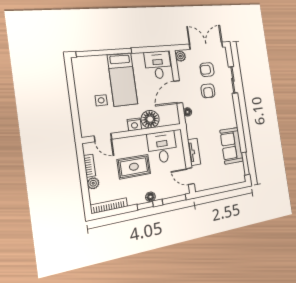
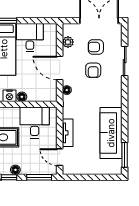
plant: (180, 56) -> (68, 42), moved
desk: (158, 65) -> (30, 38), moved
door: (178, 92) -> (60, 68), hinge flipped
floor lamp: (150, 119) -> (22, 97), width x0.53, depth x0.53
sofa: (231, 146) -> (111, 133), width x1.36

